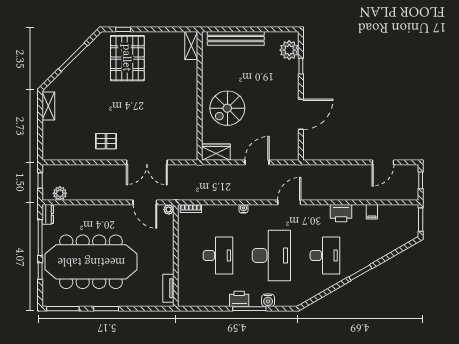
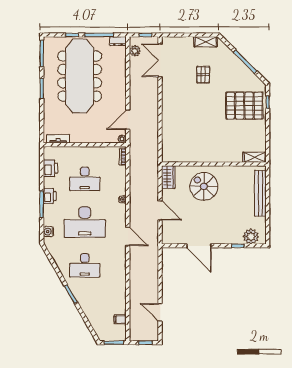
pallet: (106, 141) -> (203, 75), moved
double door: (147, 162) -> (160, 60), moved
filing cabinet: (372, 212) -> (120, 319), moved
printer: (341, 213) -> (50, 168), moved, turned 180
water cooler: (268, 300) -> (48, 232), moved

